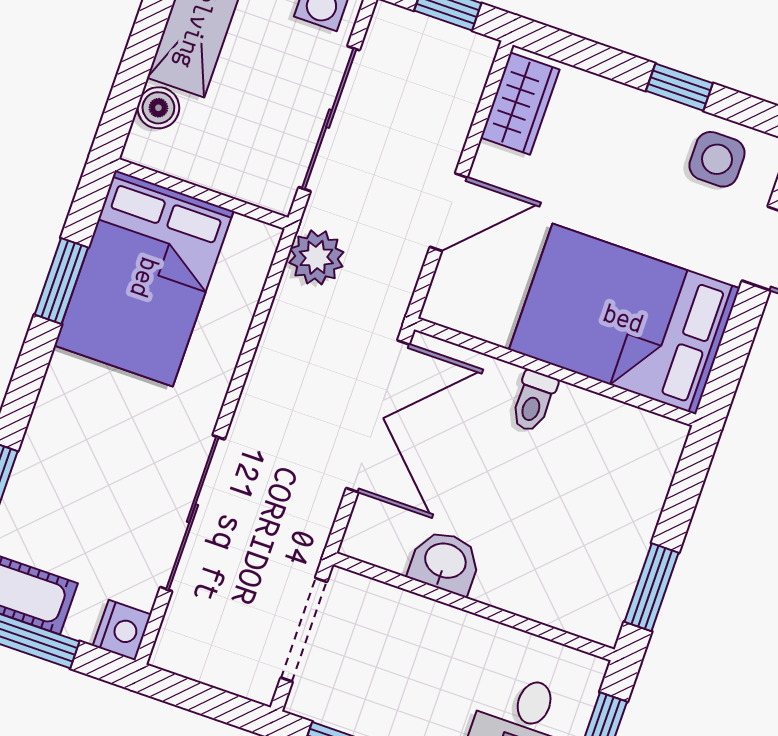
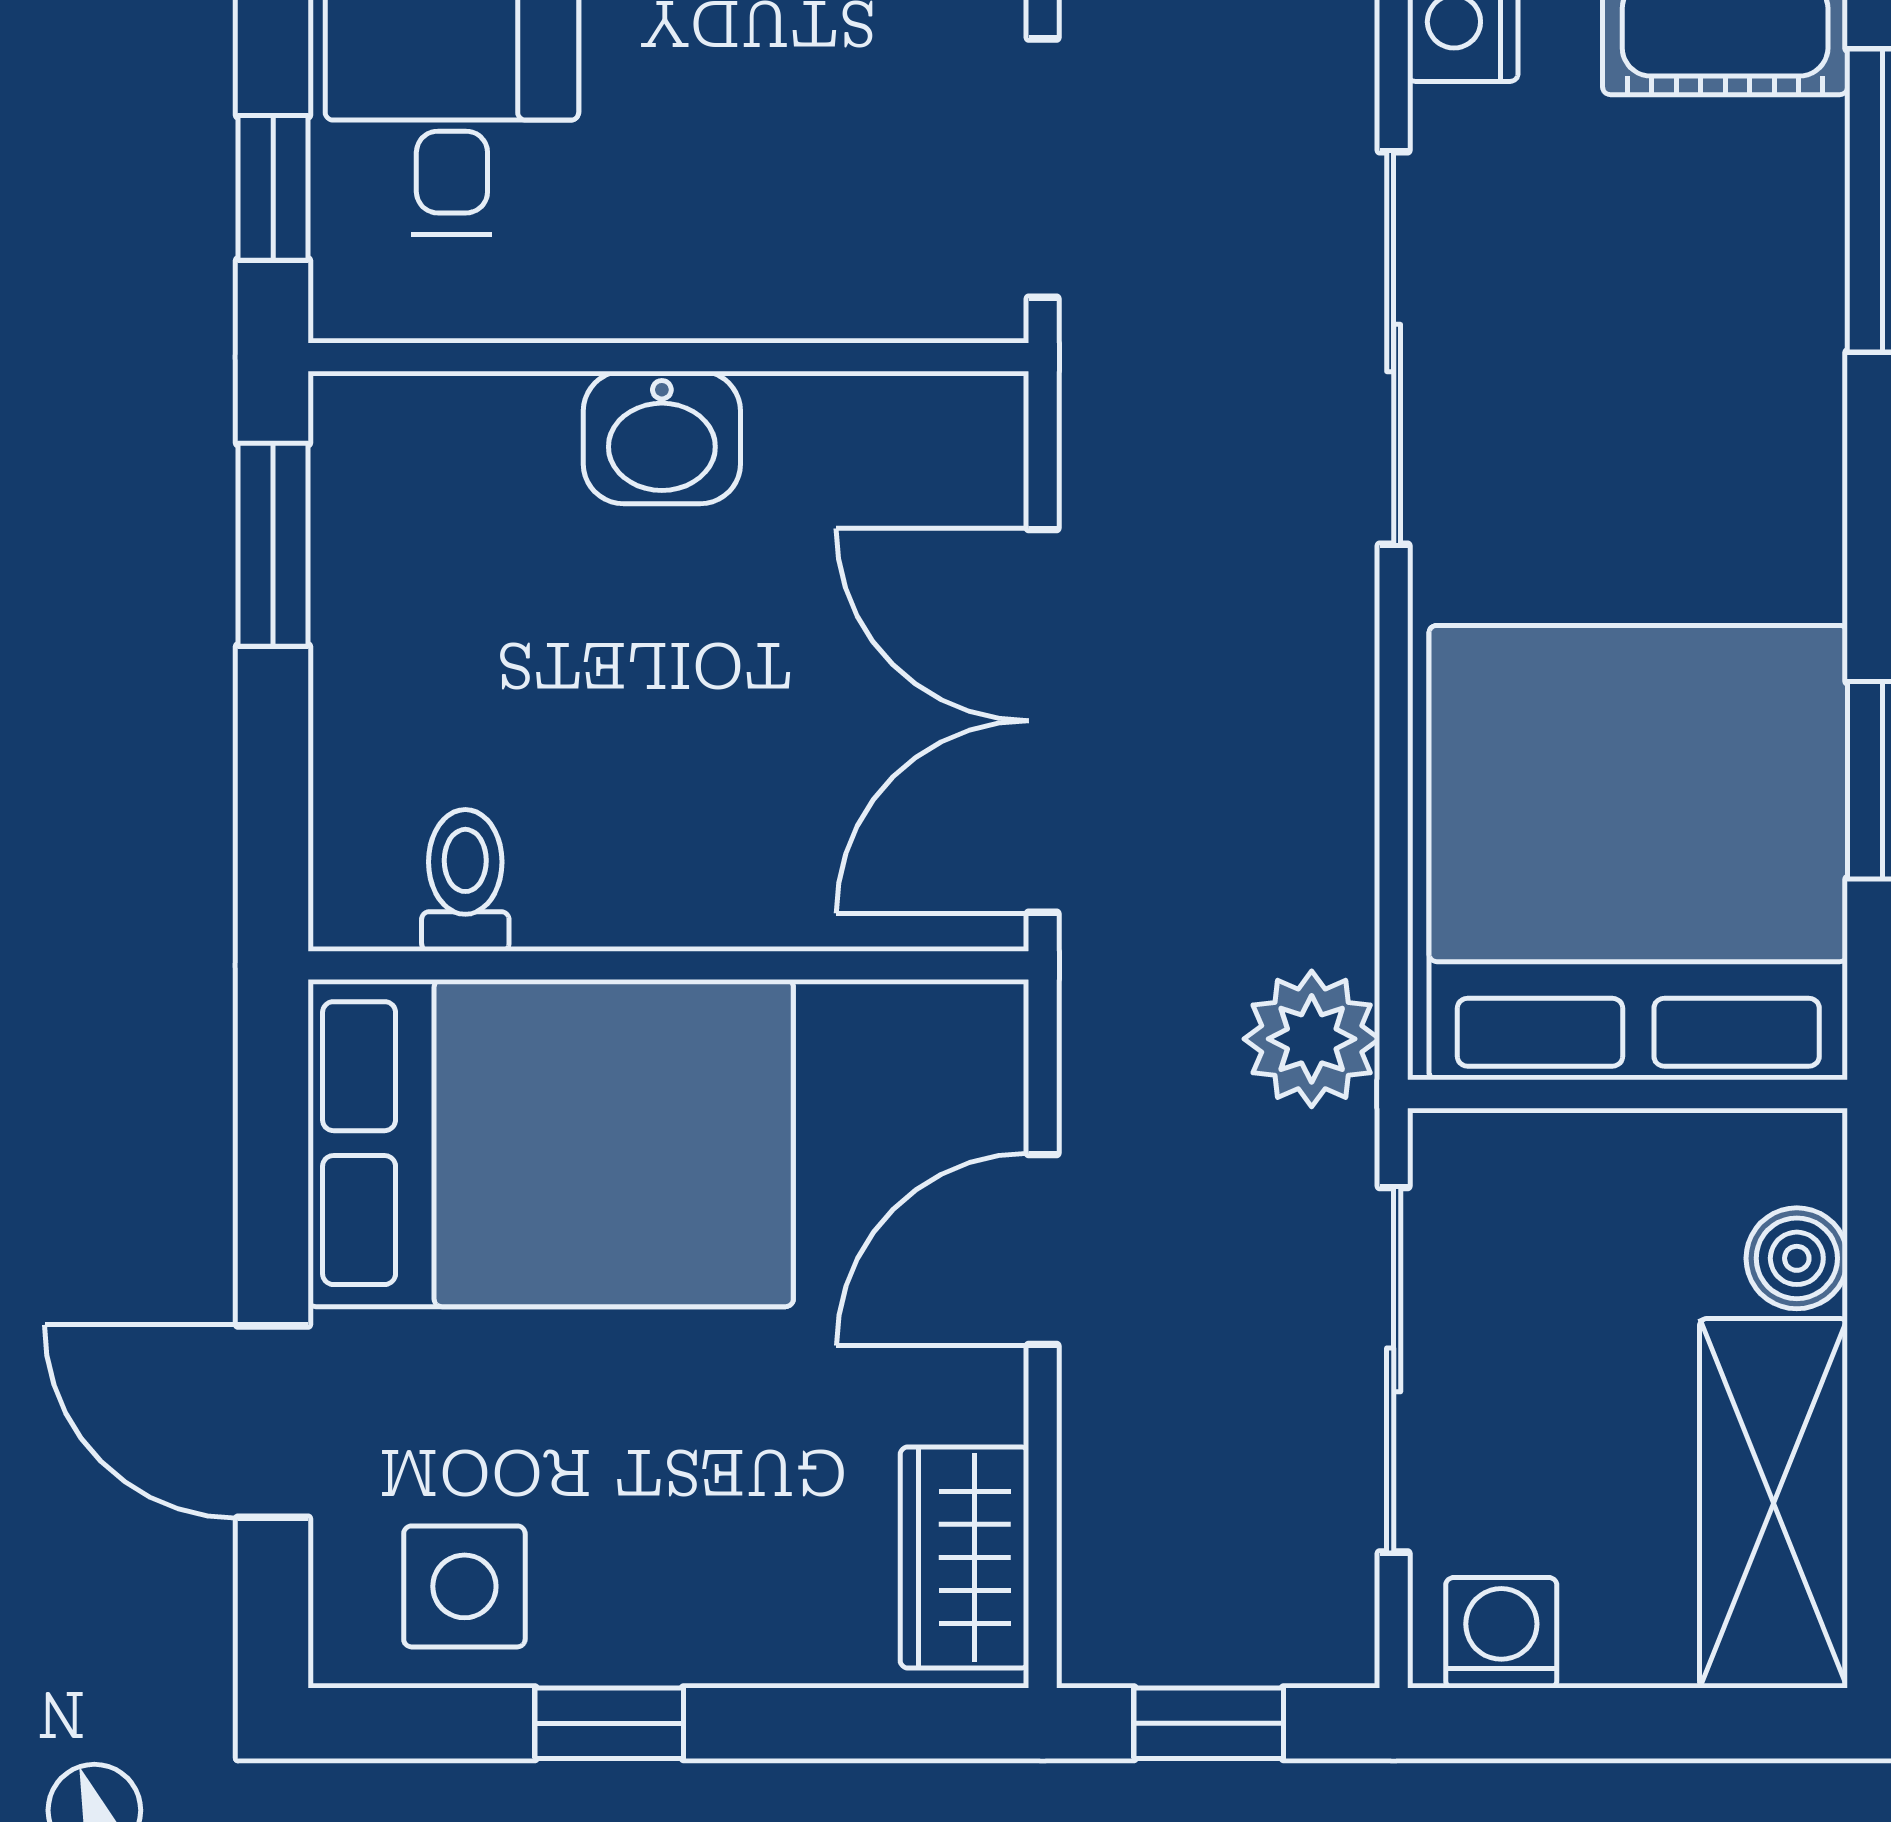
bed: (144, 278) -> (1638, 853), width x1.36
toilet: (534, 401) -> (465, 880), moved
washbasin: (445, 562) -> (662, 437), moved

